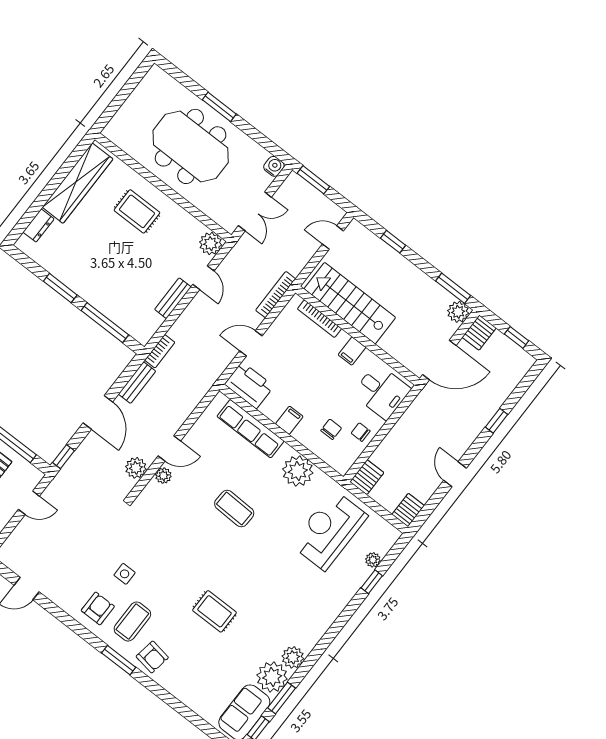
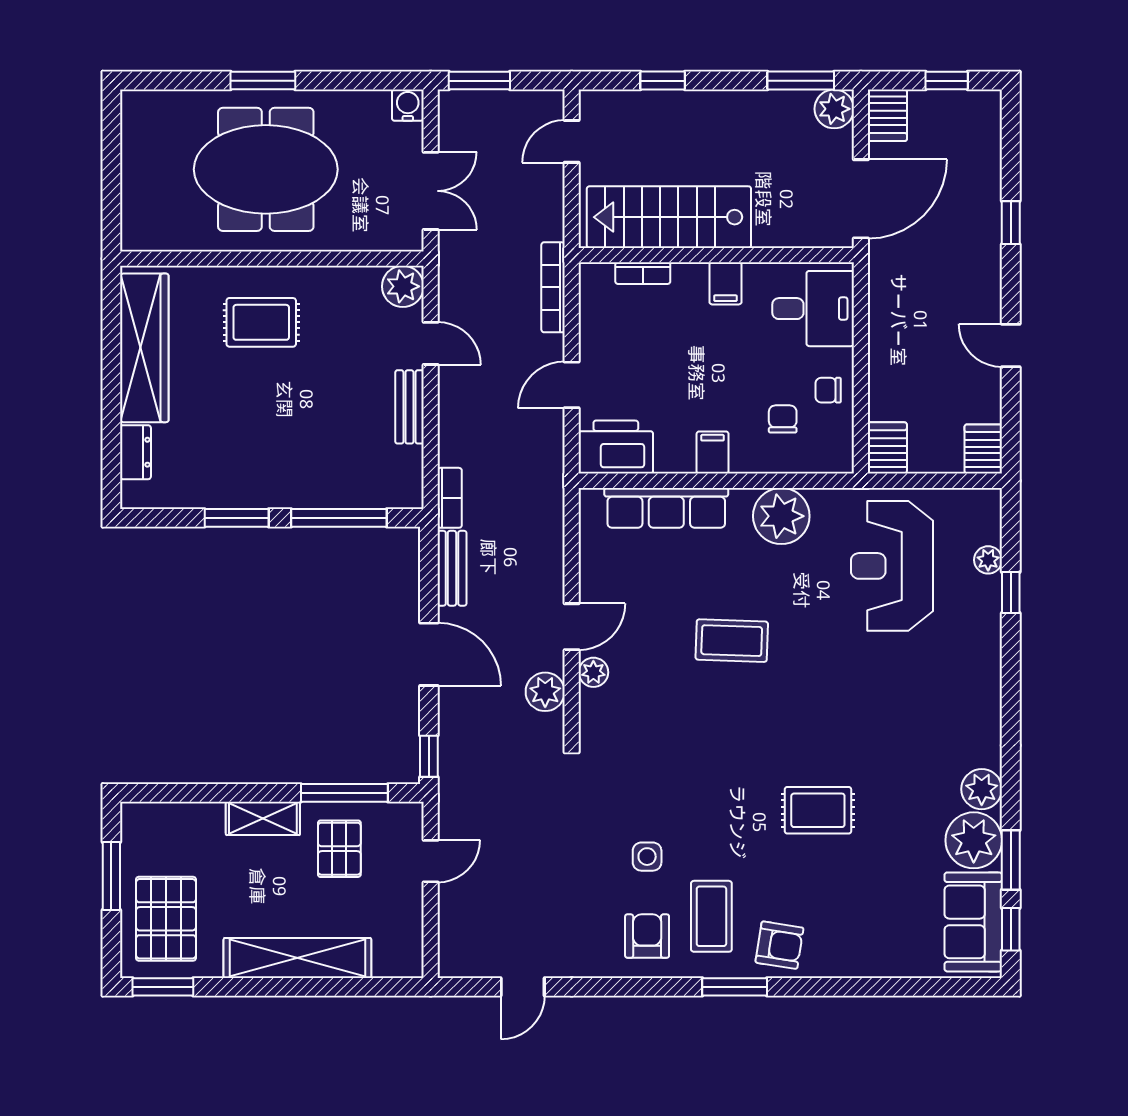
bookcase: (319, 319) -> (643, 273), width x0.64

